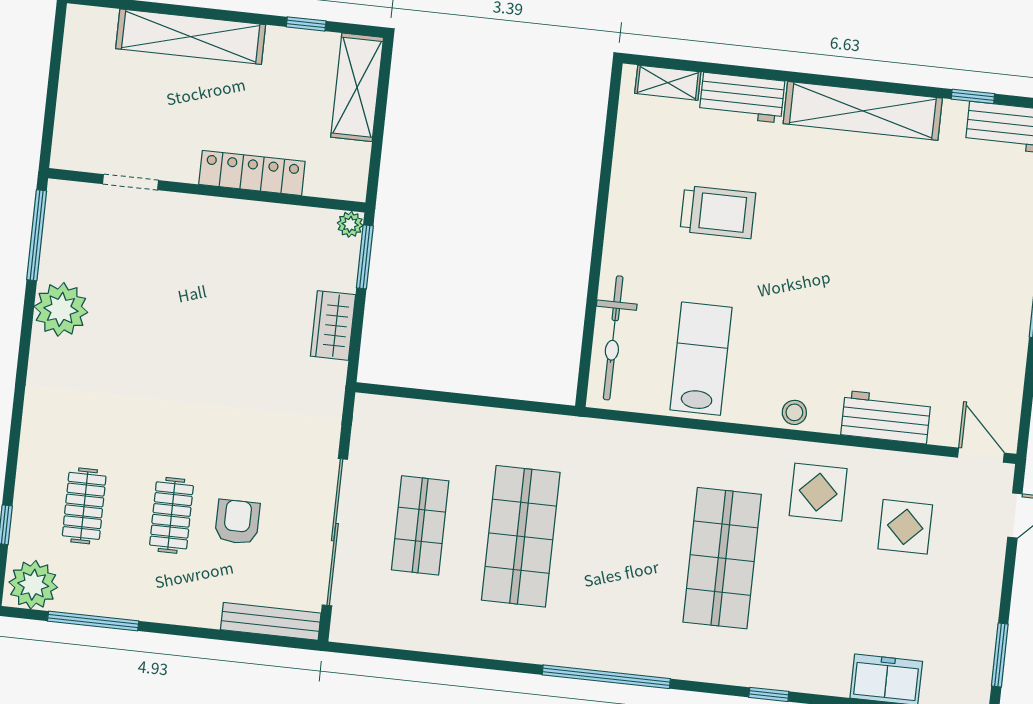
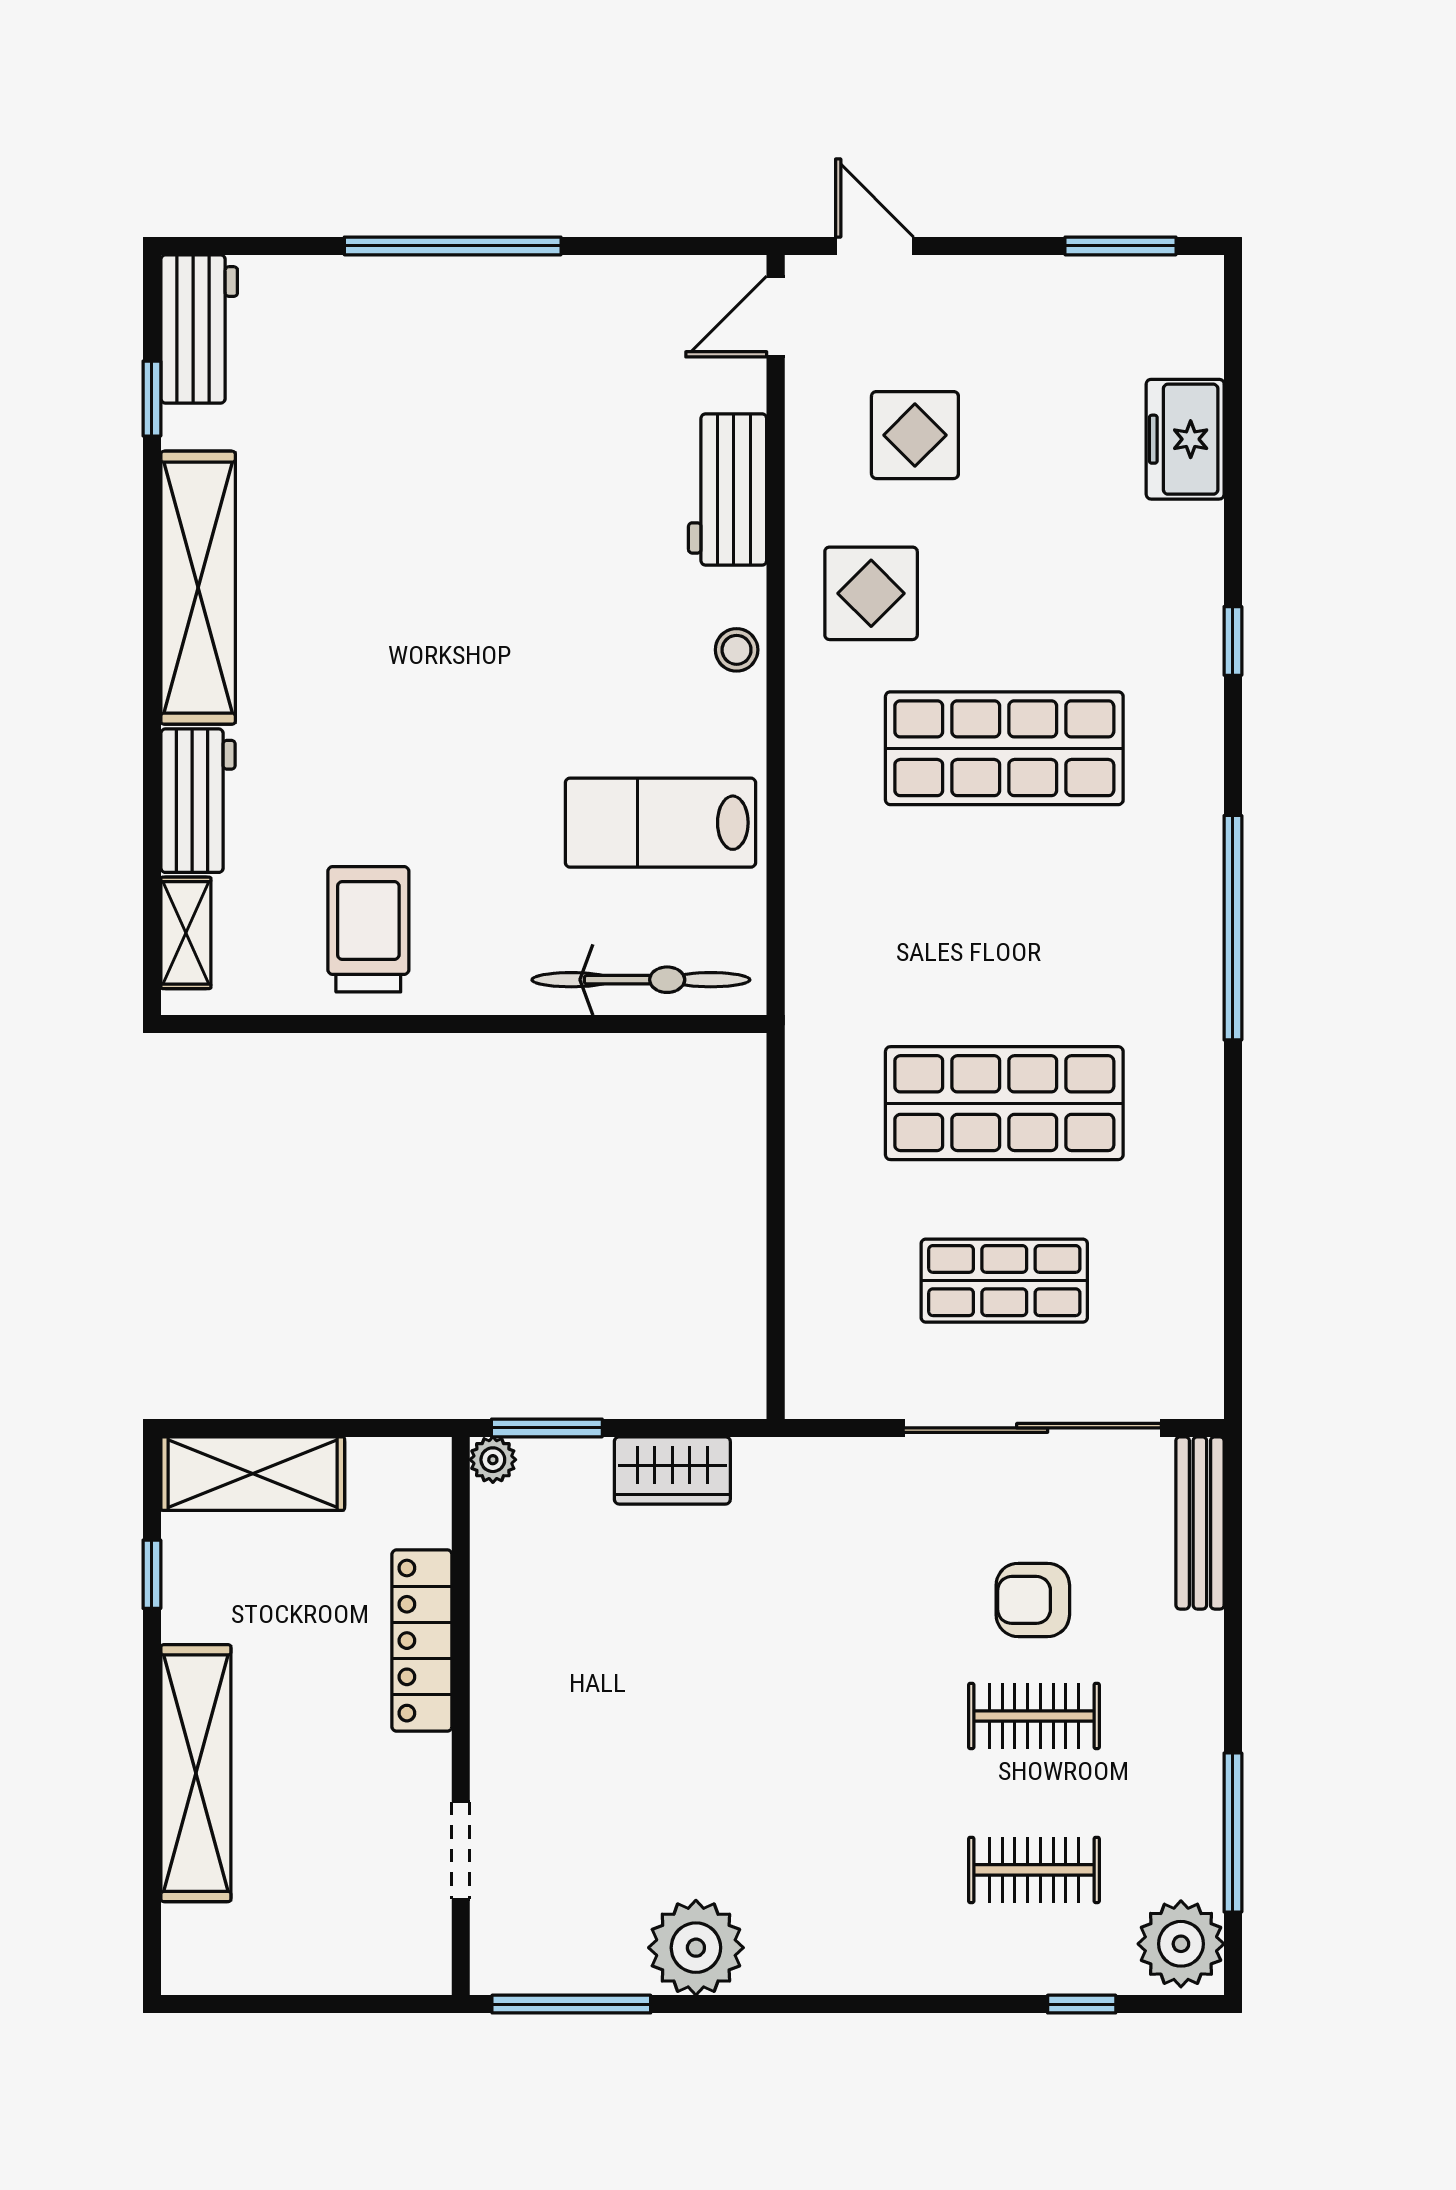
trolley: (718, 212) -> (368, 929), moved

